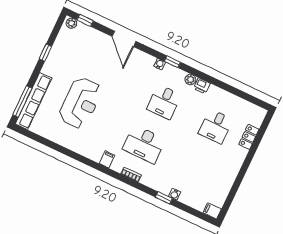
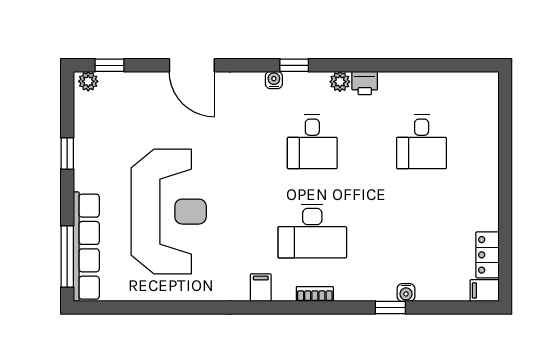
reception desk: (80, 103) -> (169, 212), width x1.36, depth x1.30
locker: (249, 137) -> (487, 255), moved

